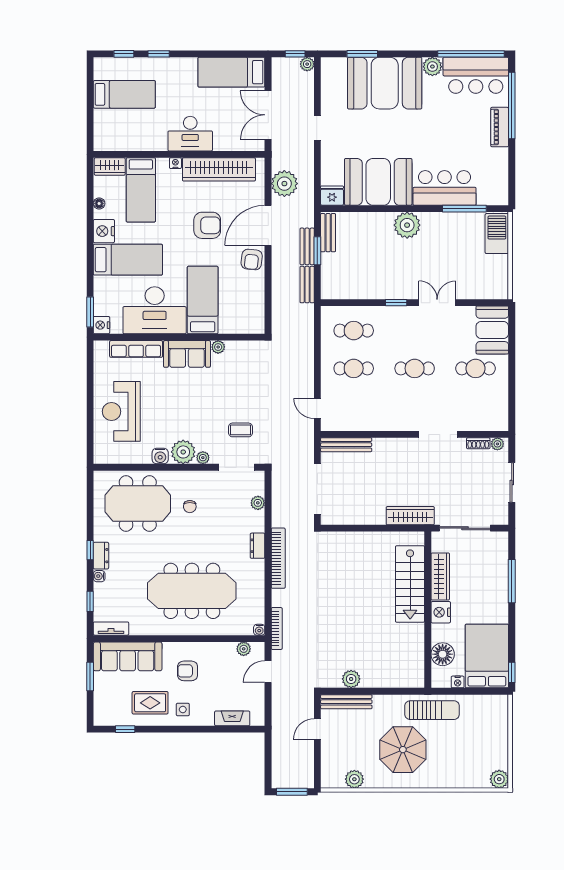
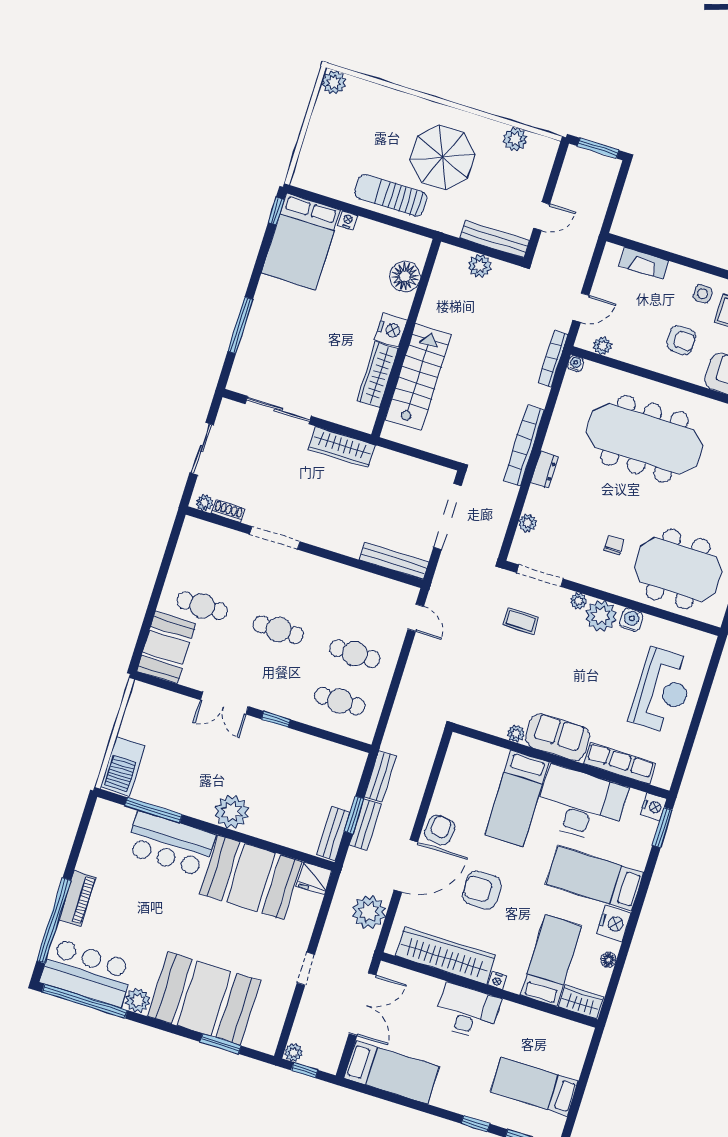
wardrobe: (440, 576) -> (377, 375), moved
stairs: (410, 584) -> (418, 377), moved
wall: (428, 610) -> (406, 338), moved
nightstand: (441, 612) -> (391, 330), moved
floor lamp: (443, 654) -> (405, 277), moved

